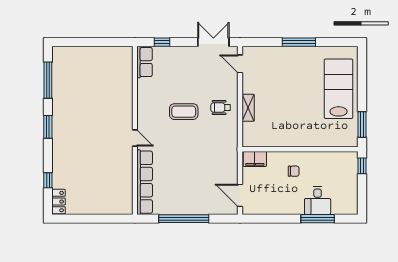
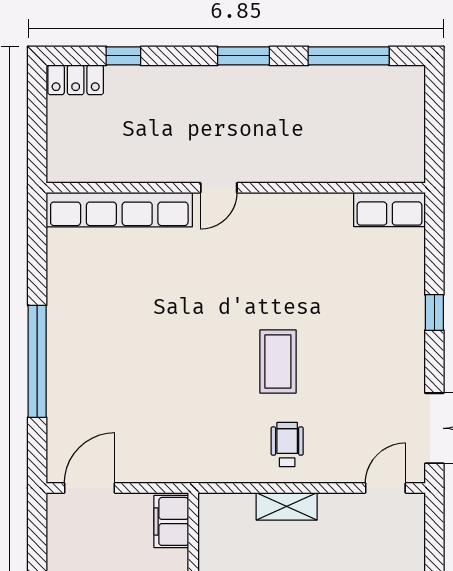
row of seats: (144, 62) -> (389, 209), moved
wall: (135, 130) -> (236, 188), moved
door: (135, 138) -> (219, 188), moved
row of seats: (145, 182) -> (119, 210), moved

